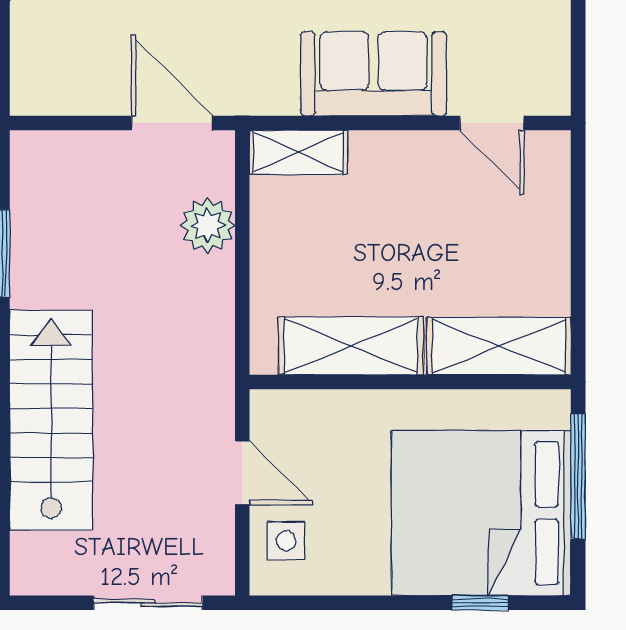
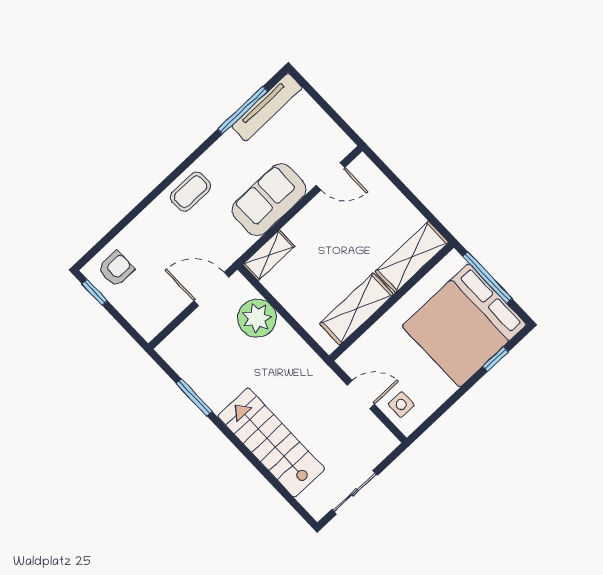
plant: (208, 225) -> (257, 318), width x1.36, depth x1.36
sliding door: (148, 603) -> (355, 492), moved

